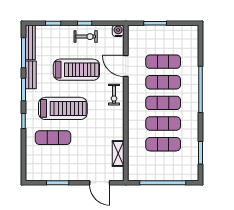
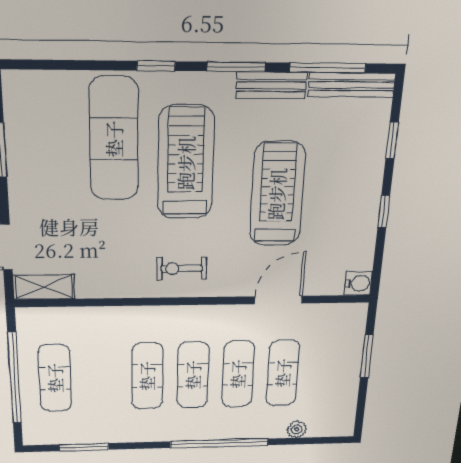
exercise bike: (86, 37) -> (353, 214), removed
plant: (194, 53) -> (297, 429), added
treadmill: (76, 70) -> (277, 194), turned 180
exercise bike: (114, 95) -> (182, 269), moved
treadmill: (63, 108) -> (186, 163), turned 180
exercise mat: (53, 138) -> (114, 139), width x1.36, depth x1.45
exercise mat: (163, 144) -> (55, 378), moved
shelving: (118, 153) -> (44, 287), moved

